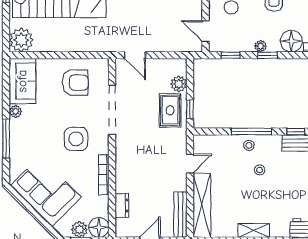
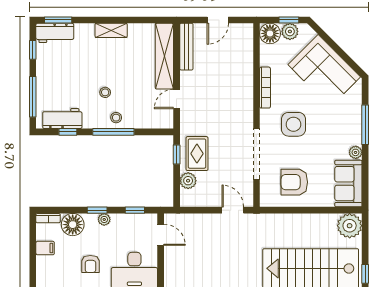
dresser: (122, 206) -> (246, 56), removed

